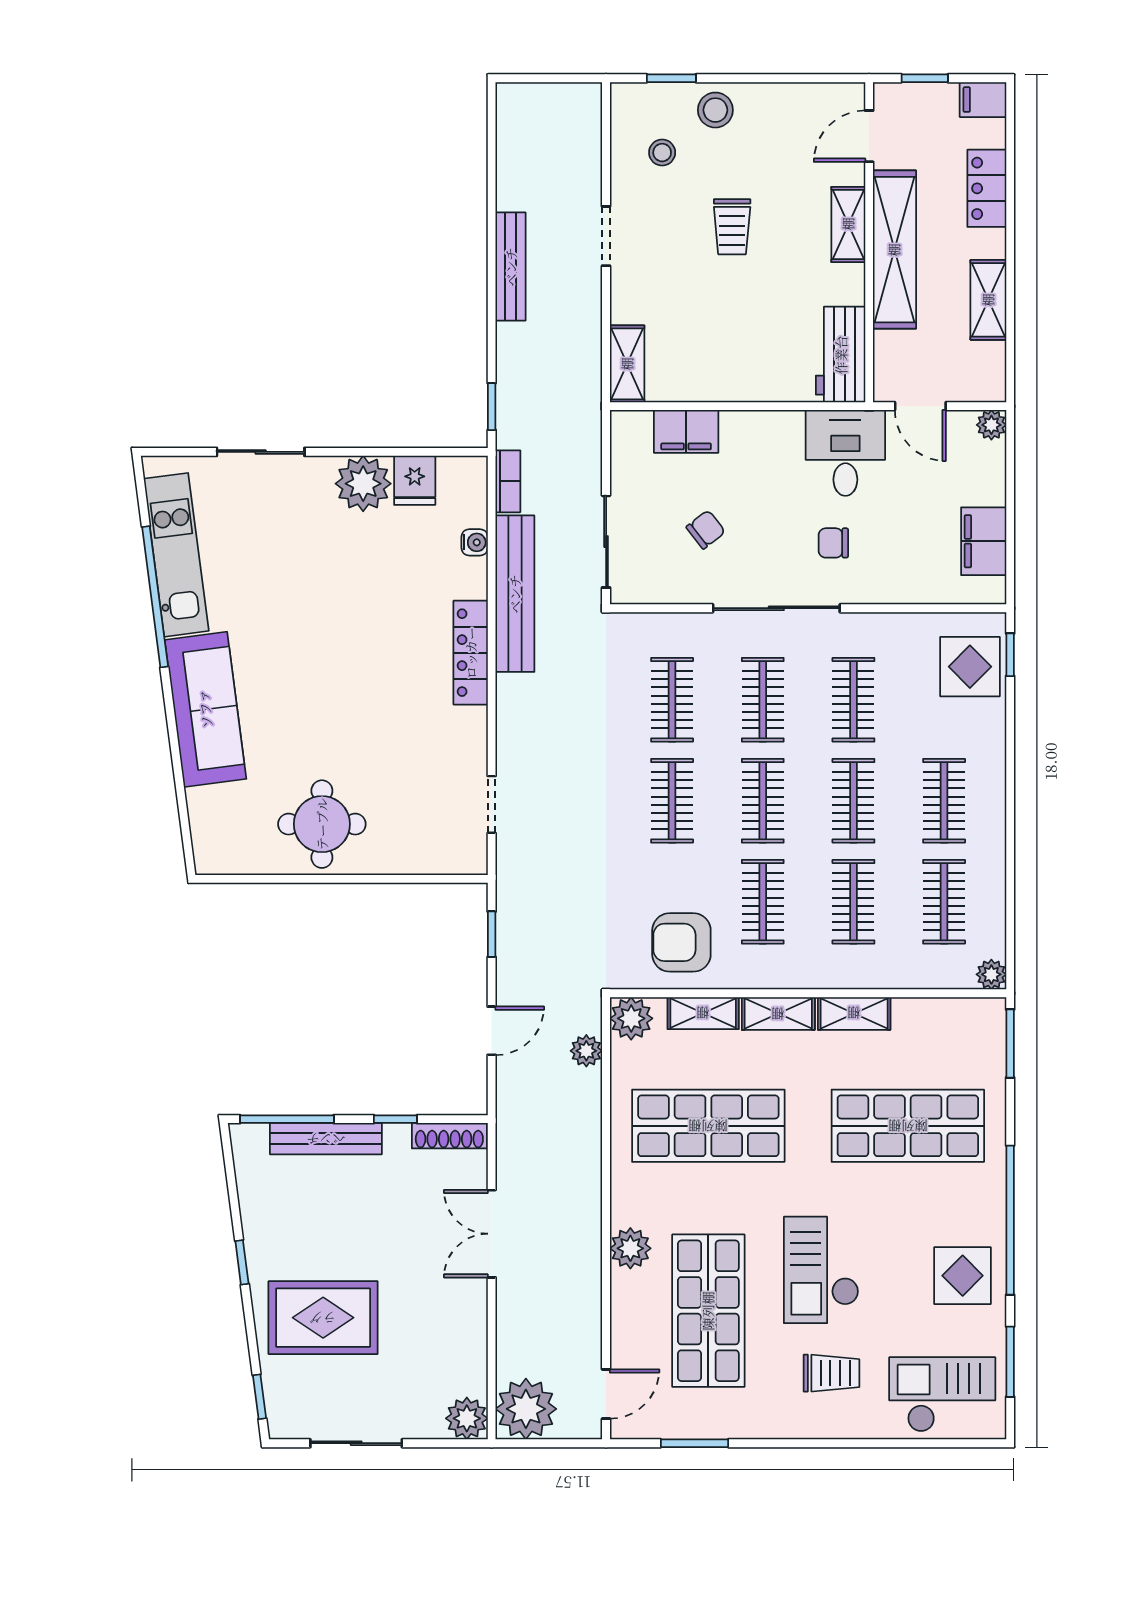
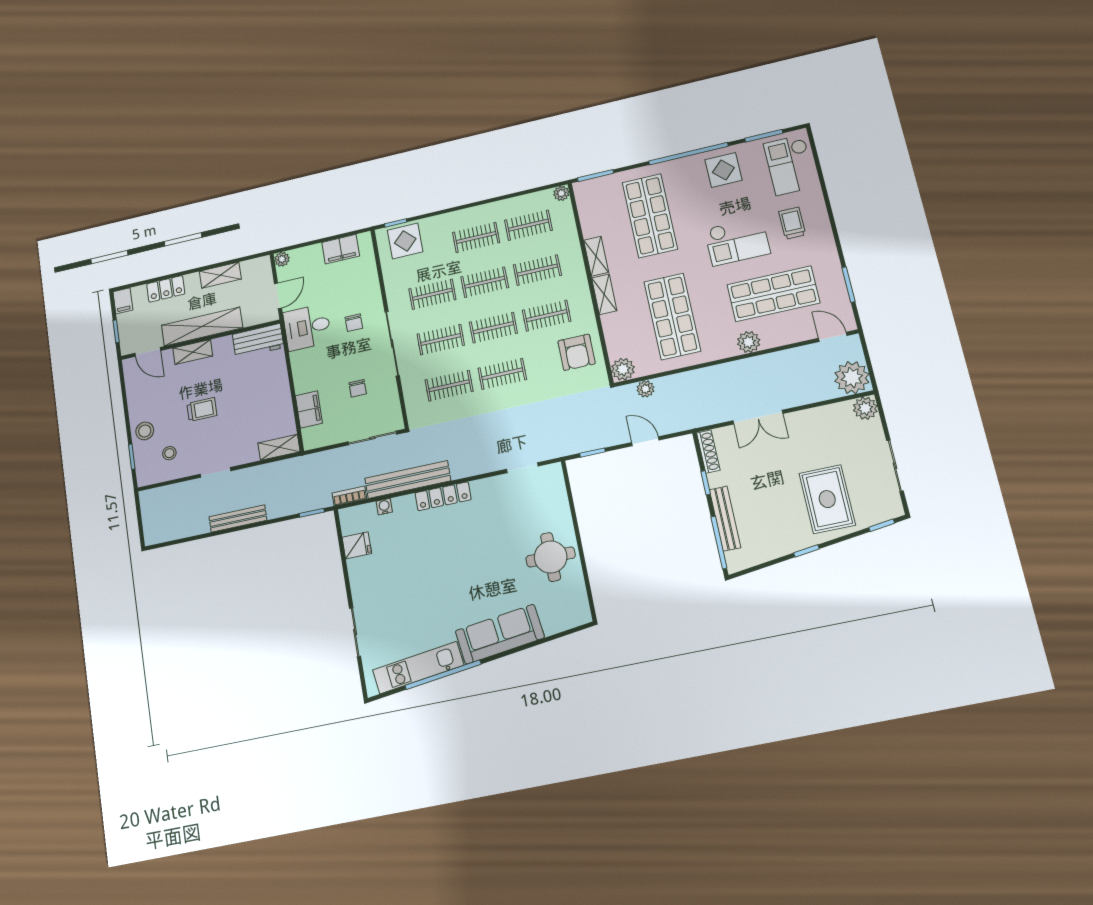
plant: (363, 484) -> (363, 573), removed
chair: (706, 530) -> (358, 388), turned -142
shelving: (703, 1013) -> (612, 333), removed

